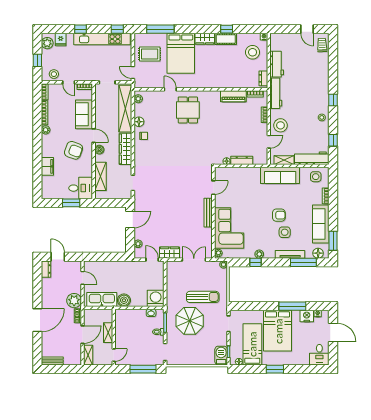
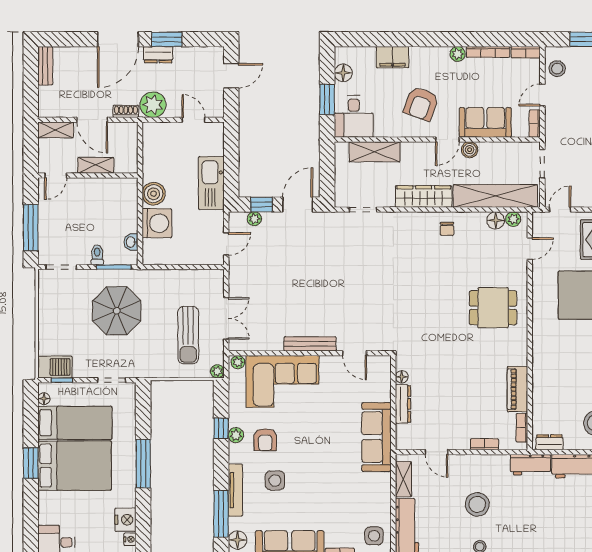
door: (170, 89) -> (530, 249), moved
workbench: (276, 93) -> (530, 465), width x0.73
floor lamp: (139, 122) -> (496, 220), moved
stool: (280, 125) -> (477, 504), moved
boiler: (99, 150) -> (470, 150), moved
sofa: (280, 175) -> (376, 437), moved
floor lamp: (56, 194) -> (343, 73), added
armchair: (279, 215) -> (265, 440), moved
door: (130, 219) -> (298, 205), swing flipped
window: (130, 240) -> (261, 205), added
wardrobe: (170, 253) -> (238, 275), removed
dresser: (46, 269) -> (158, 55), moved
door: (83, 278) -> (193, 120), swing flipped
window: (37, 293) -> (167, 39), added
sun lounger: (203, 297) -> (188, 335), moved
washing machine: (156, 298) -> (157, 223), moved
kitchen sink: (102, 300) -> (211, 183), moved, turned 180
window: (292, 306) -> (143, 464), moved
door: (37, 320) -> (118, 39), hinge flipped
bed: (278, 331) -> (75, 466), moved, turned 180
door: (114, 355) -> (56, 175), hinge flipped

